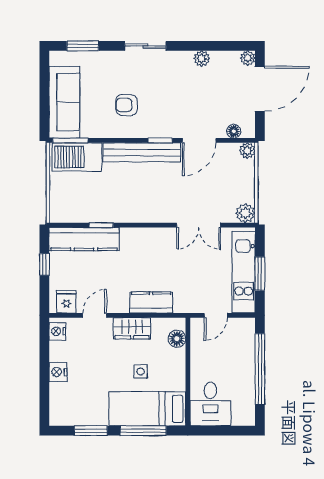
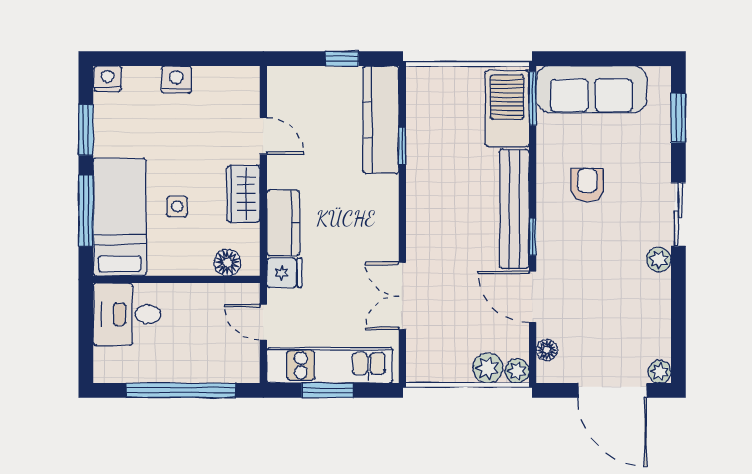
plant: (202, 59) -> (659, 260), moved
plant: (245, 213) -> (488, 368), moved
fridge: (66, 302) -> (284, 273), moved
nightstand: (57, 331) -> (108, 78), moved

